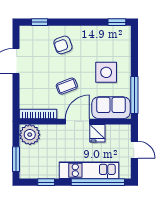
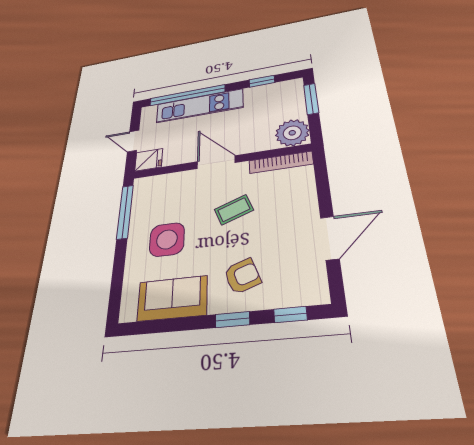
window: (117, 22) -> (232, 320), moved
sofa: (111, 108) -> (172, 298), moved, turned 180
door: (77, 122) -> (216, 162), swing flipped
fridge: (97, 133) -> (149, 160), moved, turned 90

